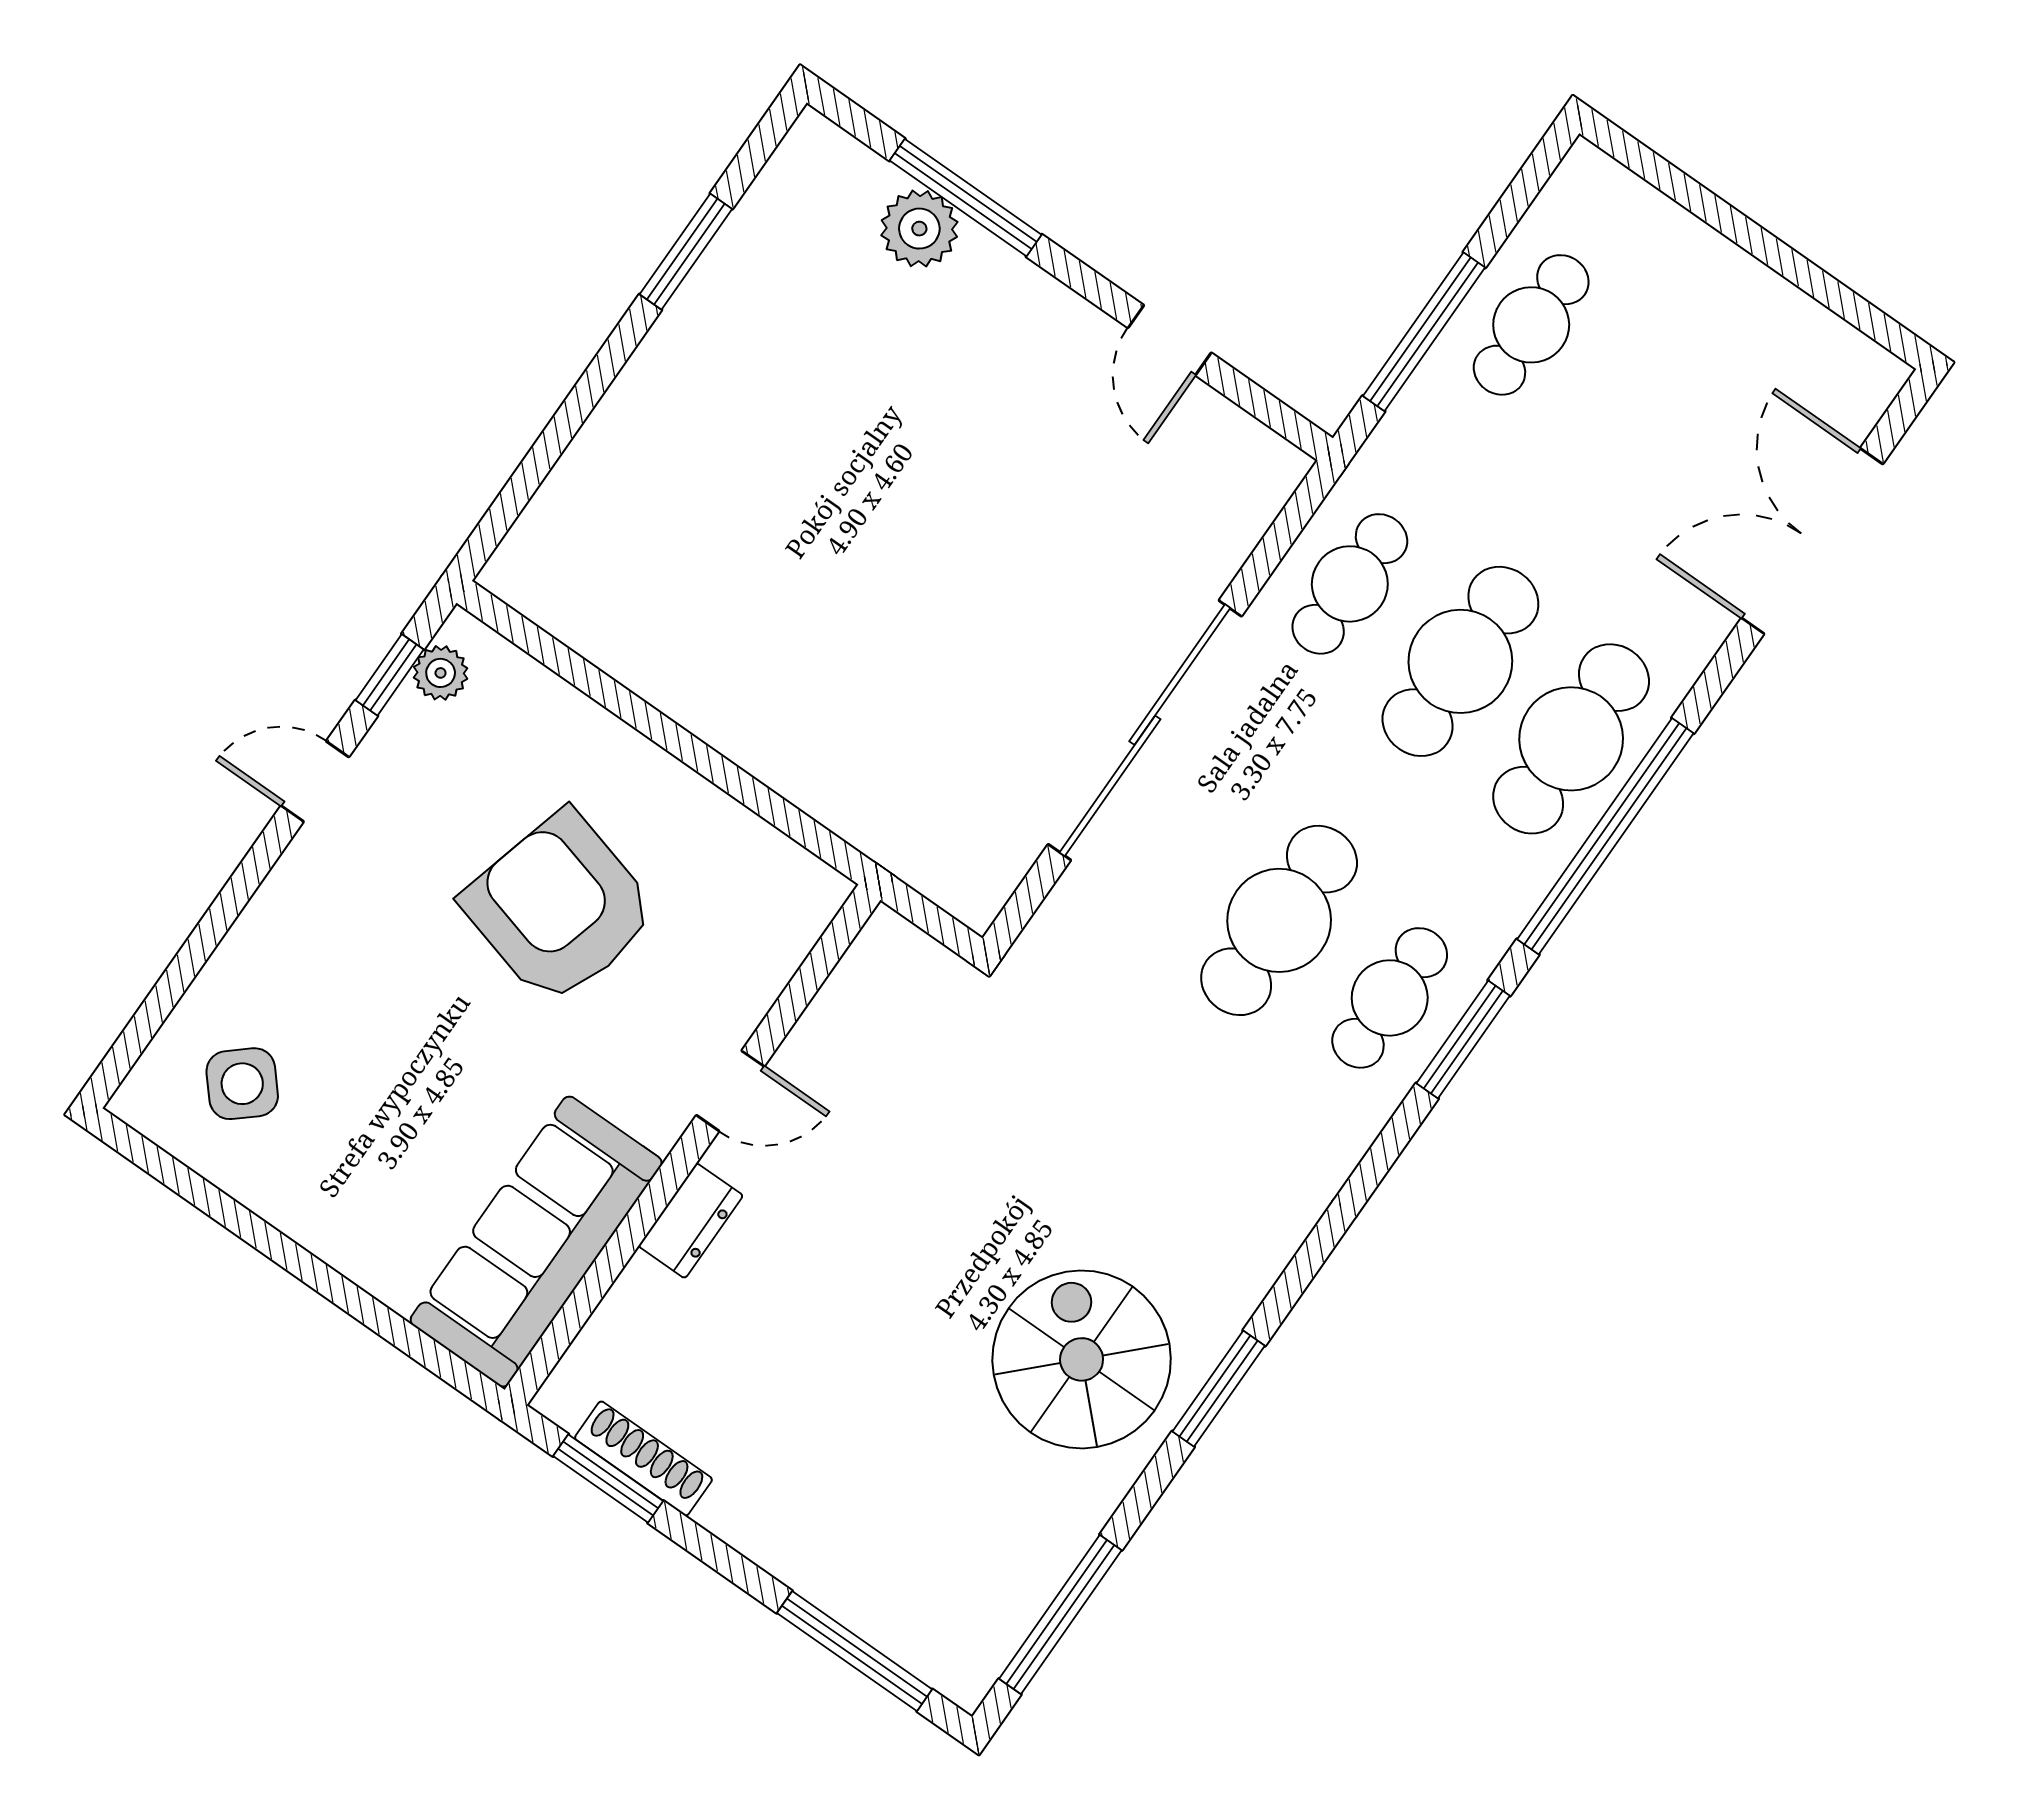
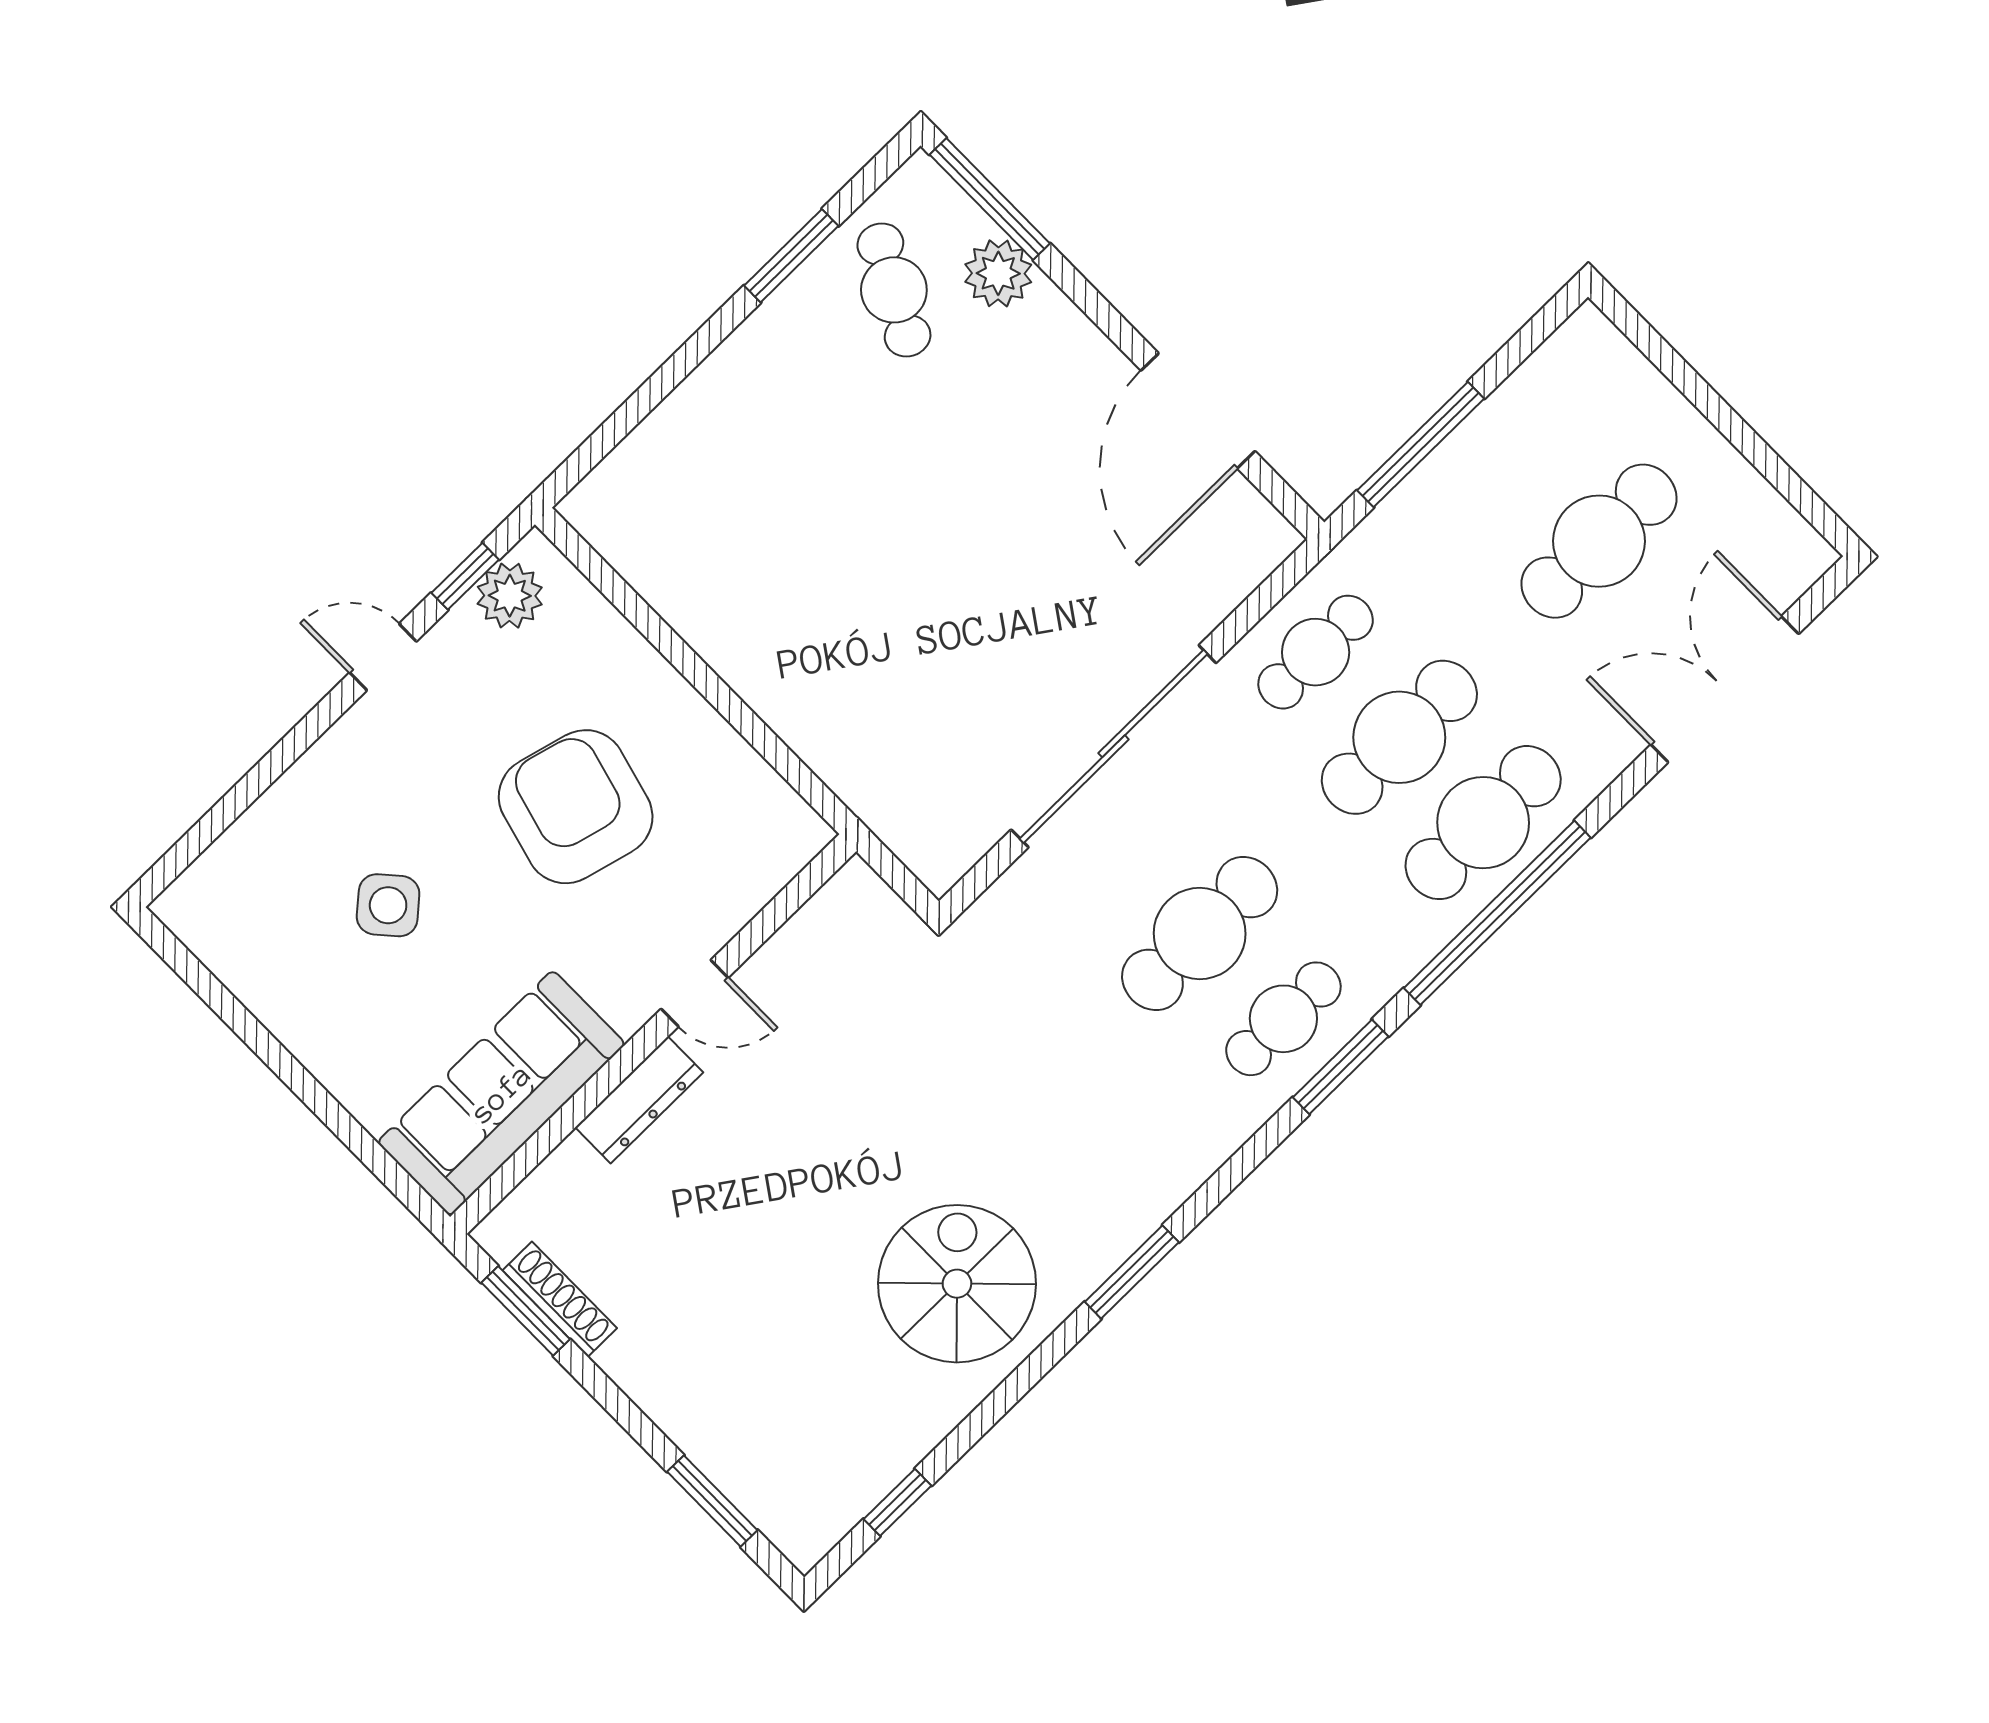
window: (966, 198) -> (990, 199), moved
cafe table: (807, 269) -> (894, 290), added
cafe table: (1531, 325) -> (1599, 541), moved, width x1.37, depth x1.35
door: (1170, 340) -> (1198, 411), width x1.87
plant: (441, 673) -> (510, 596), width x1.38, depth x1.38
side table: (242, 1084) -> (388, 905), moved
dresser: (691, 1221) -> (639, 1100), width x1.44
window: (1219, 1389) -> (1132, 1272), moved
window: (1060, 1615) -> (897, 1502), width x0.46
window: (855, 1651) -> (712, 1501), width x0.69

